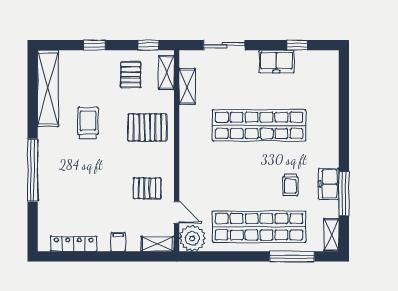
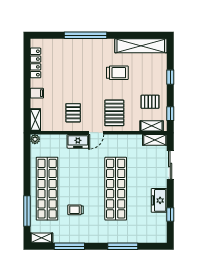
shelving: (187, 86) -> (155, 140), moved
window: (344, 115) -> (123, 246), added
freezer: (329, 184) -> (78, 141), moved, turned 180
door: (177, 212) -> (96, 133), moved
plant: (192, 238) -> (35, 139), width x0.53, depth x0.53

